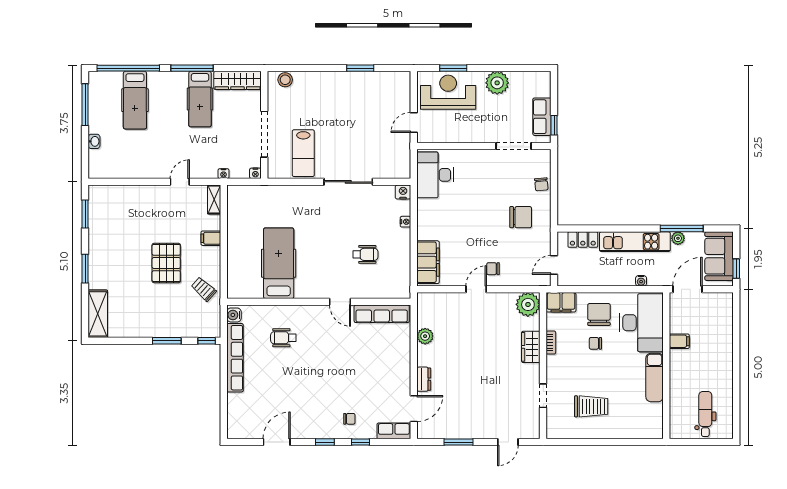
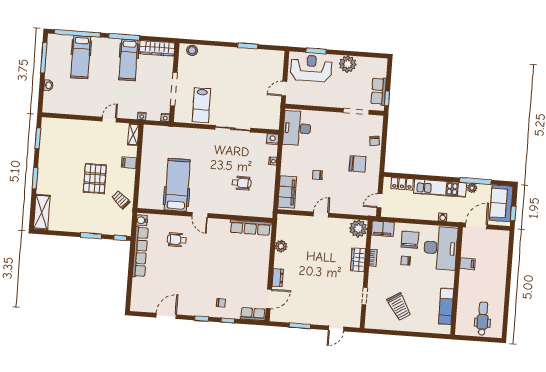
chair: (493, 269) -> (317, 175), moved
door: (340, 302) -> (200, 215), moved
exam couch: (655, 377) -> (446, 306), moved
trolley: (591, 406) -> (399, 307), turned 58

